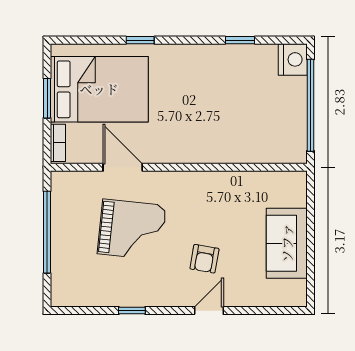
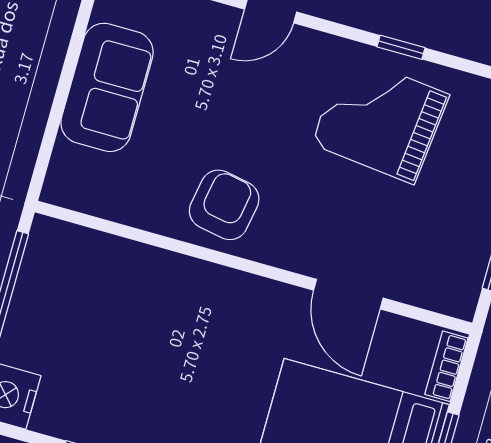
grand piano: (132, 230) -> (380, 119), moved
armchair: (204, 259) -> (224, 205), moved, width x1.38, depth x1.38

